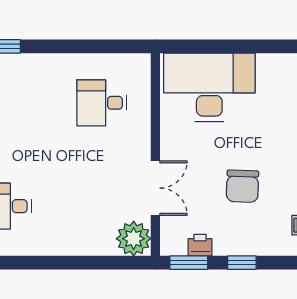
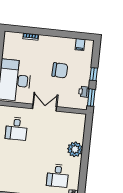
double door: (155, 188) -> (45, 108), moved
plant: (134, 239) -> (75, 149), moved

